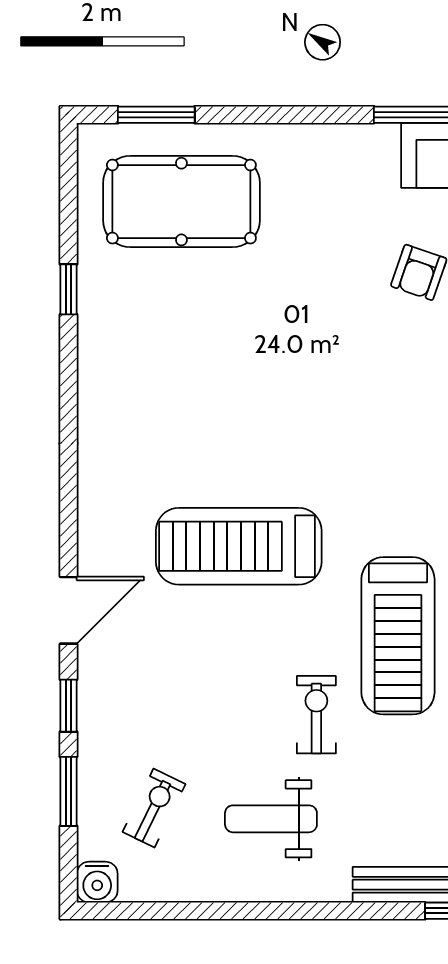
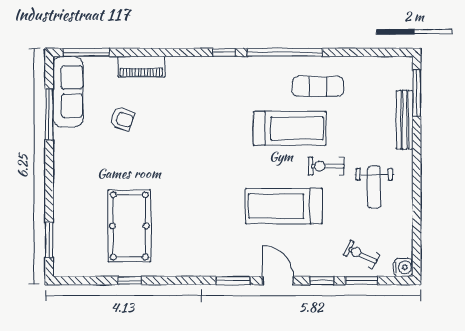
pool table: (181, 202) -> (129, 226), moved
window: (69, 513) -> (233, 281), added
treadmill: (239, 546) -> (284, 206), moved, turned 90
exercise bike: (154, 808) -> (361, 255), moved

